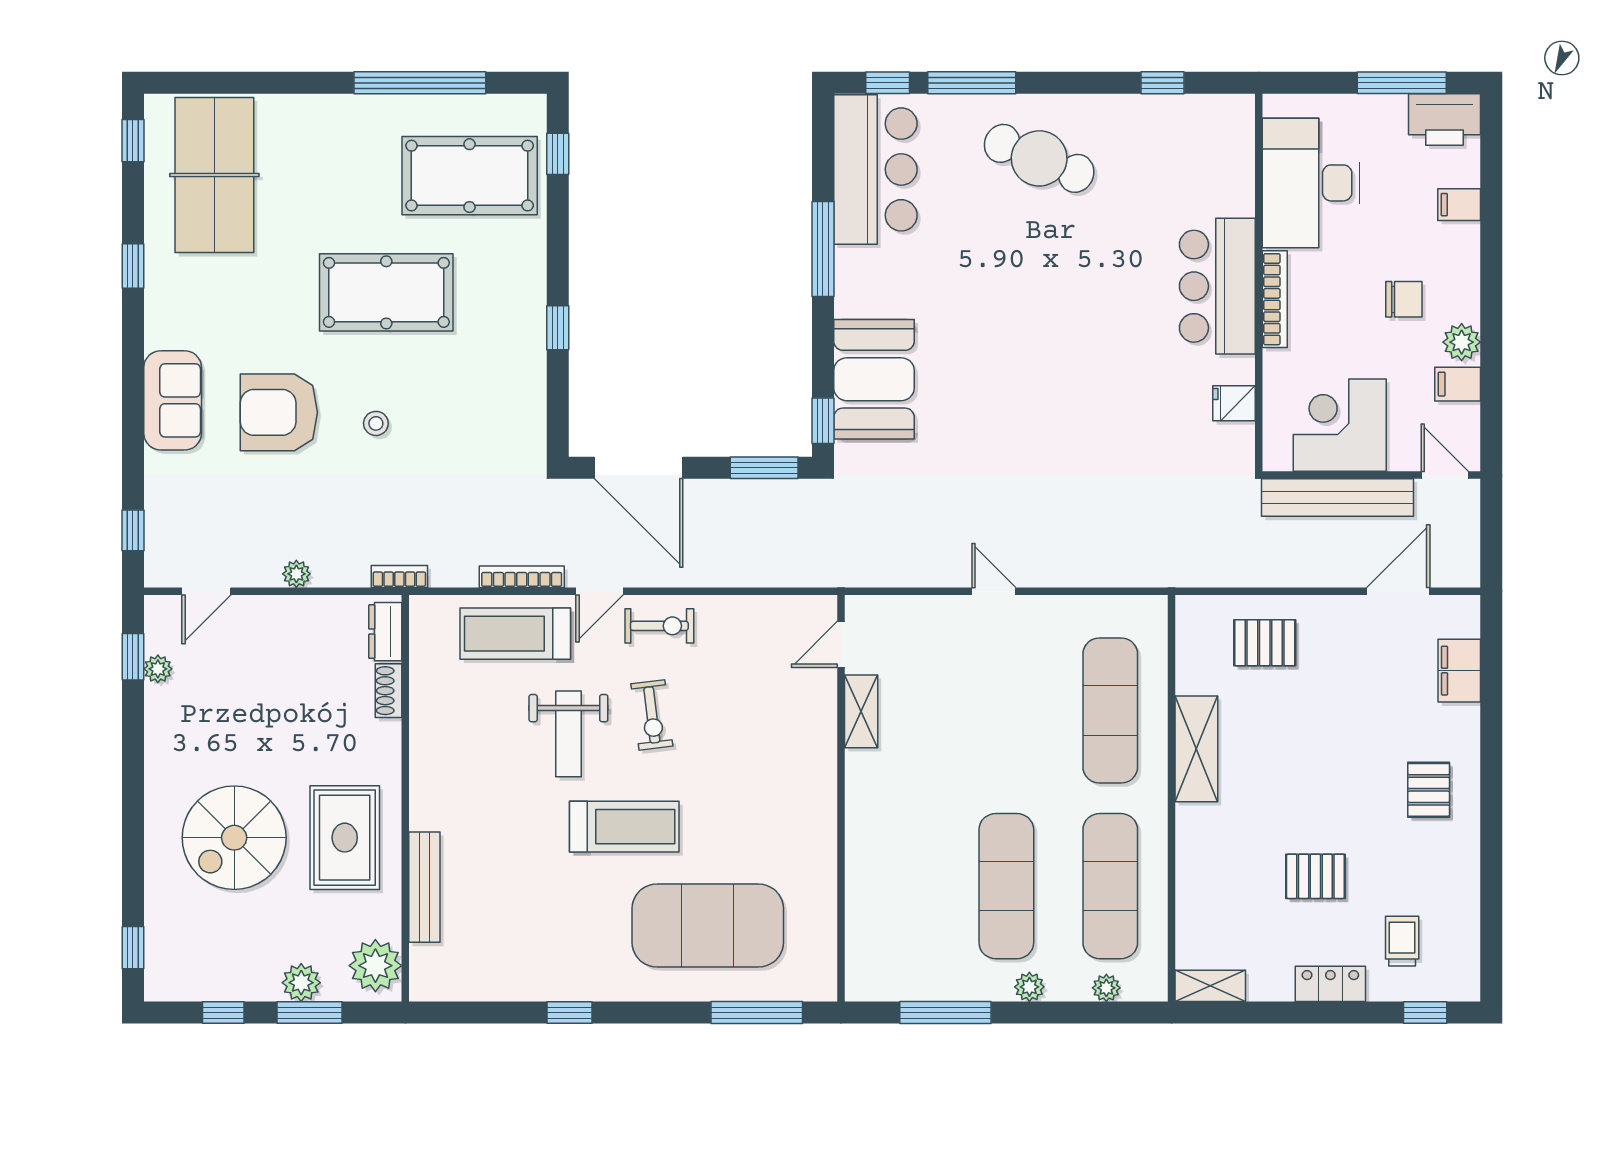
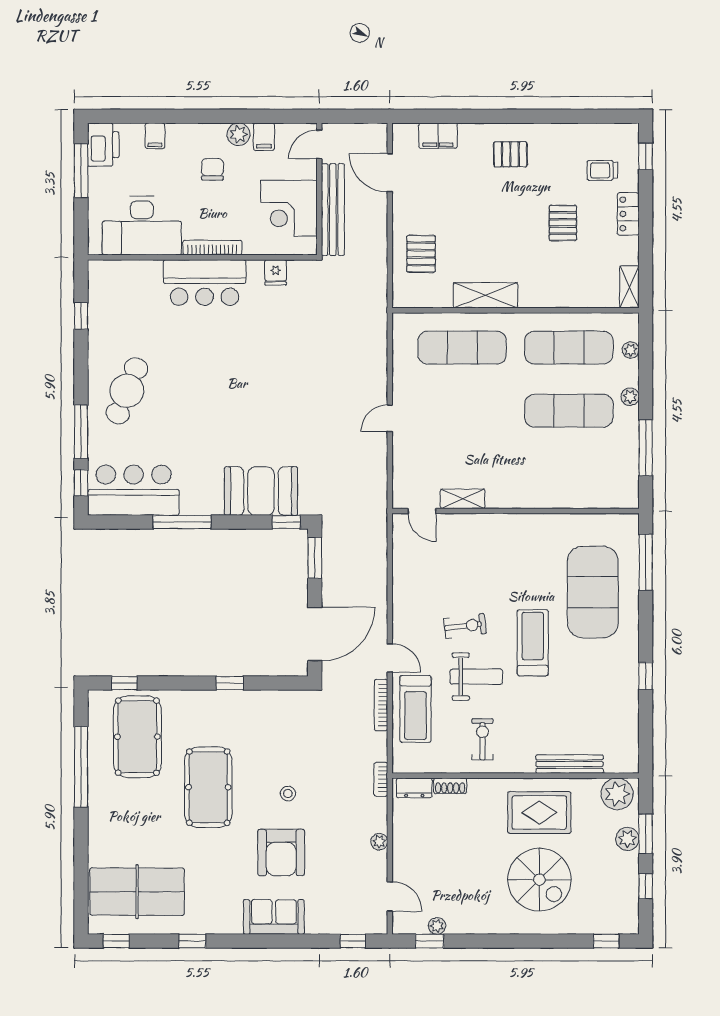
exercise bike: (659, 626) -> (482, 739), moved

